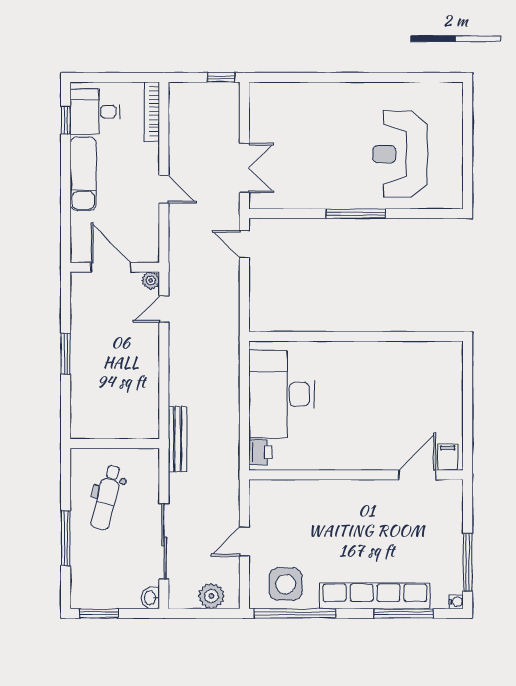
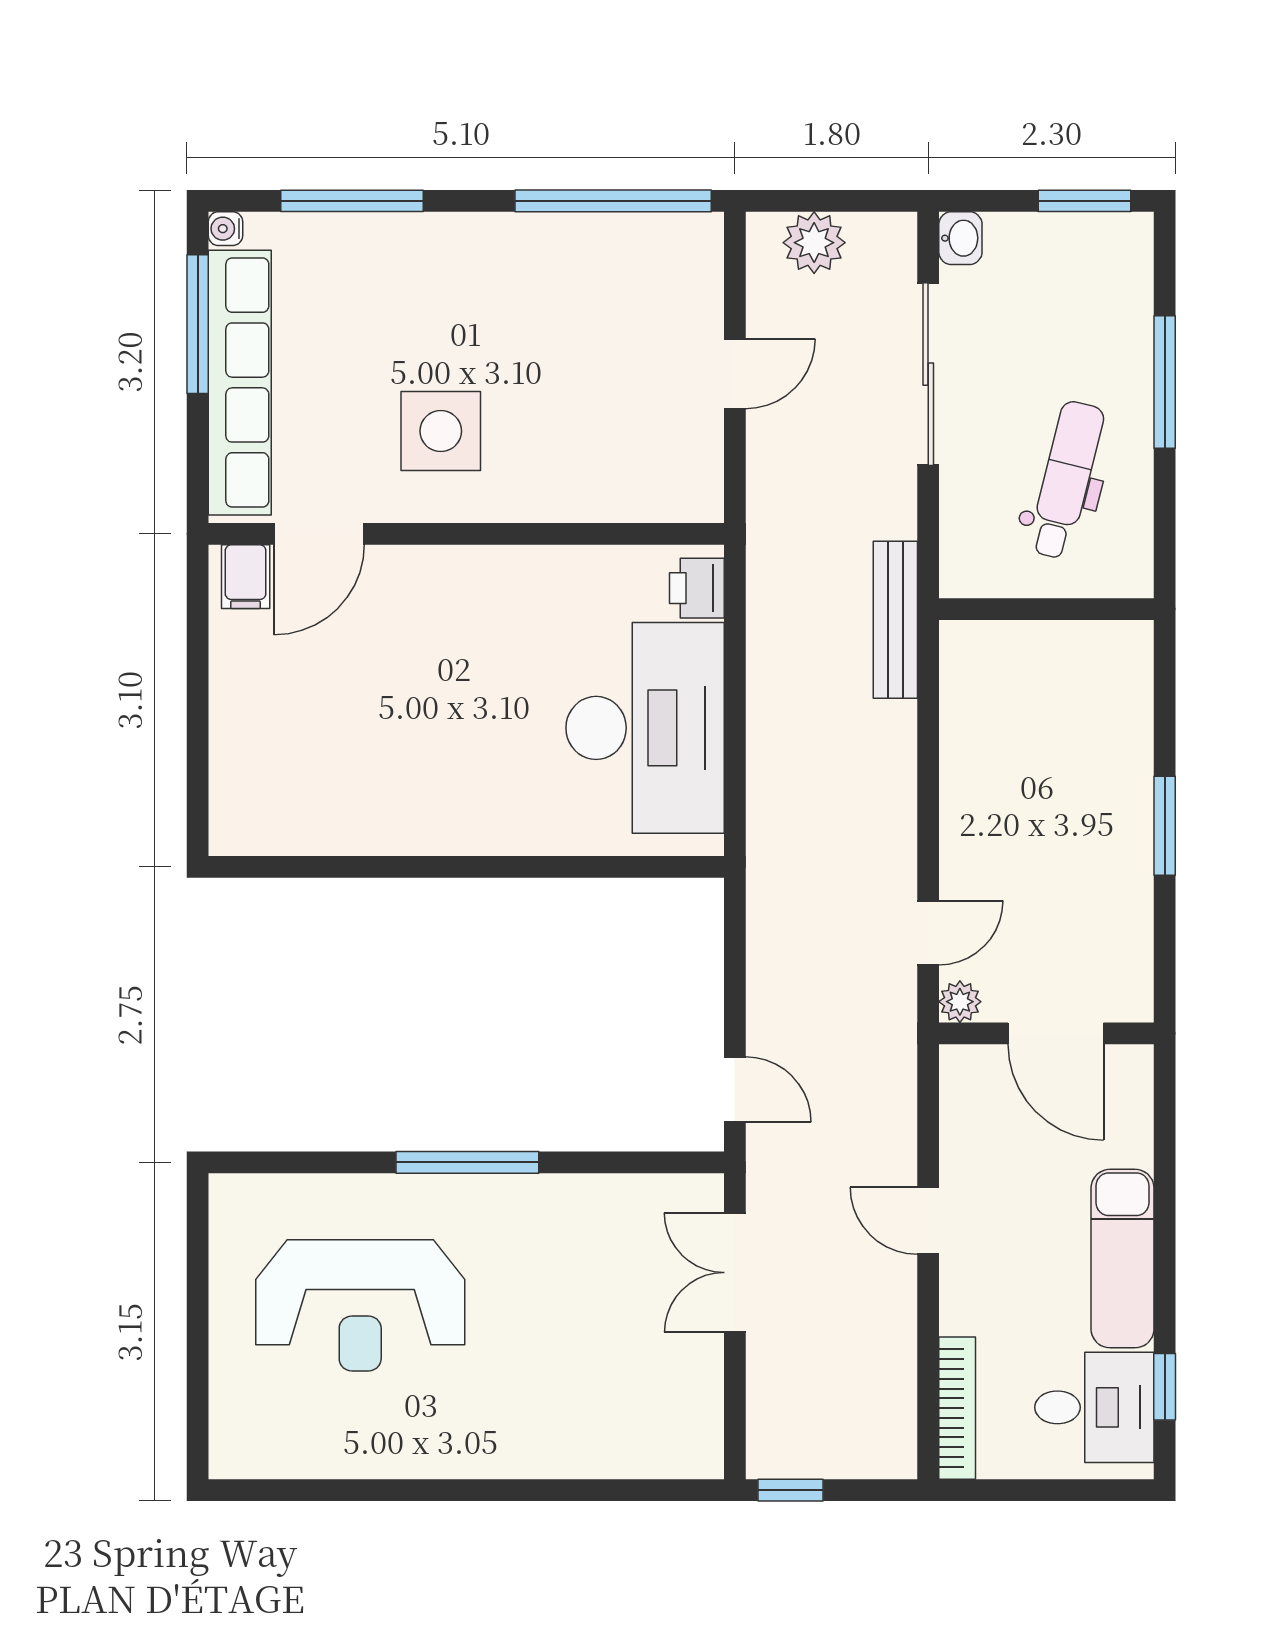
reception desk: (400, 154) -> (360, 1305), turned 90
side table: (286, 584) -> (441, 431), moved
row of seats: (375, 596) -> (240, 383), moved, turned -90

